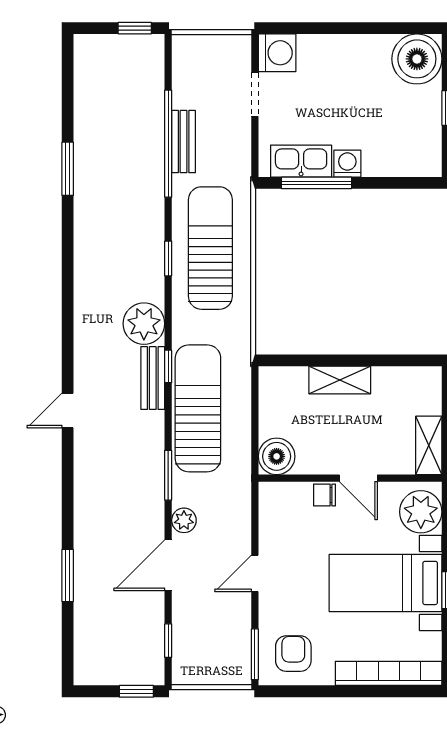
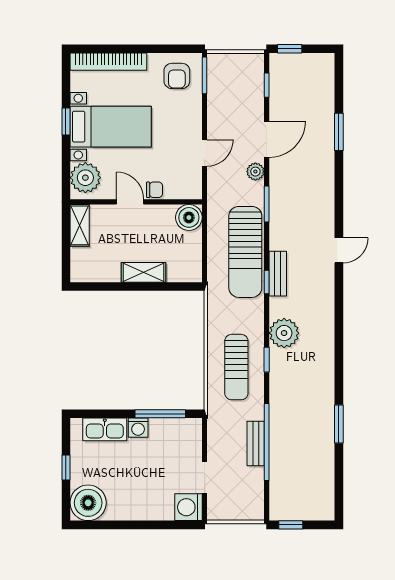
kitchen sink: (301, 161) -> (105, 429), moved
sun lounger: (210, 248) -> (236, 367), width x0.73, depth x0.75
plant: (144, 324) -> (284, 333), moved
door: (255, 573) -> (205, 153), moved

